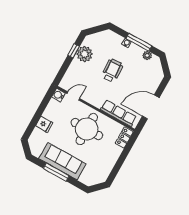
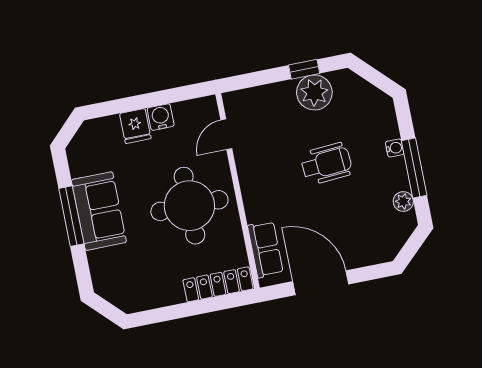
water cooler: (59, 95) -> (161, 117), moved
door: (73, 96) -> (226, 134), swing flipped
row of seats: (118, 113) -> (265, 249), width x0.68
locker: (124, 137) -> (218, 284), width x1.53
sofa: (62, 161) -> (99, 211), width x0.73

